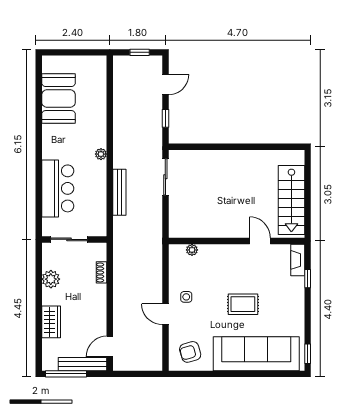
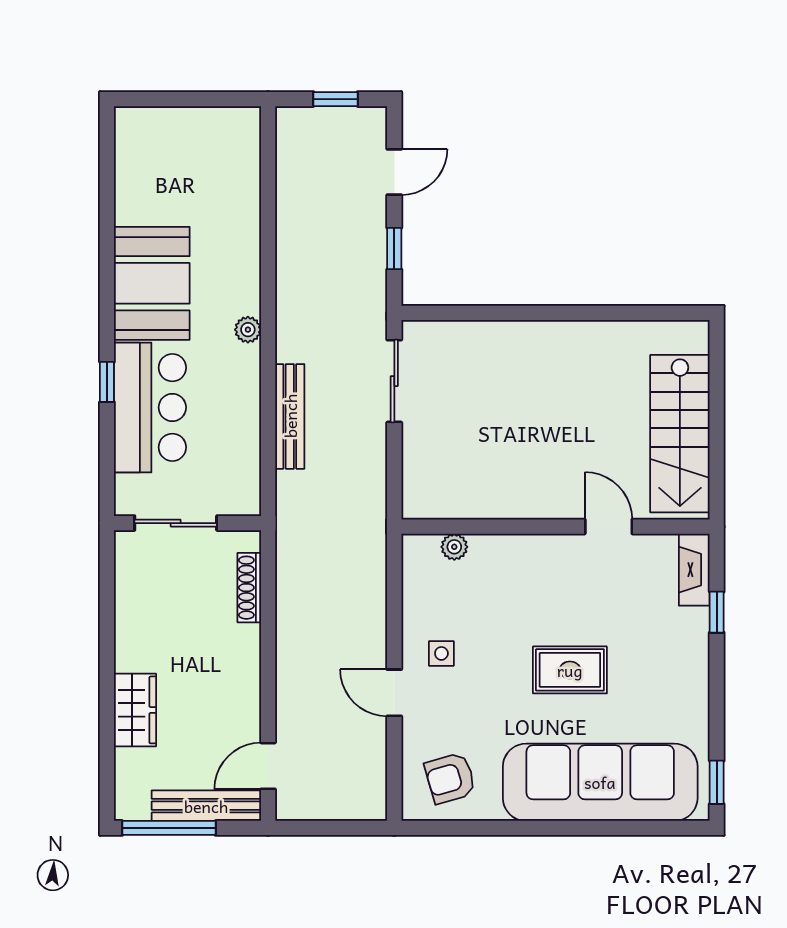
booth: (58, 99) -> (152, 283), moved
window: (39, 177) -> (107, 382), added
shoe rack: (101, 272) -> (249, 588), width x1.43
plant: (51, 279) -> (134, 613), removed

